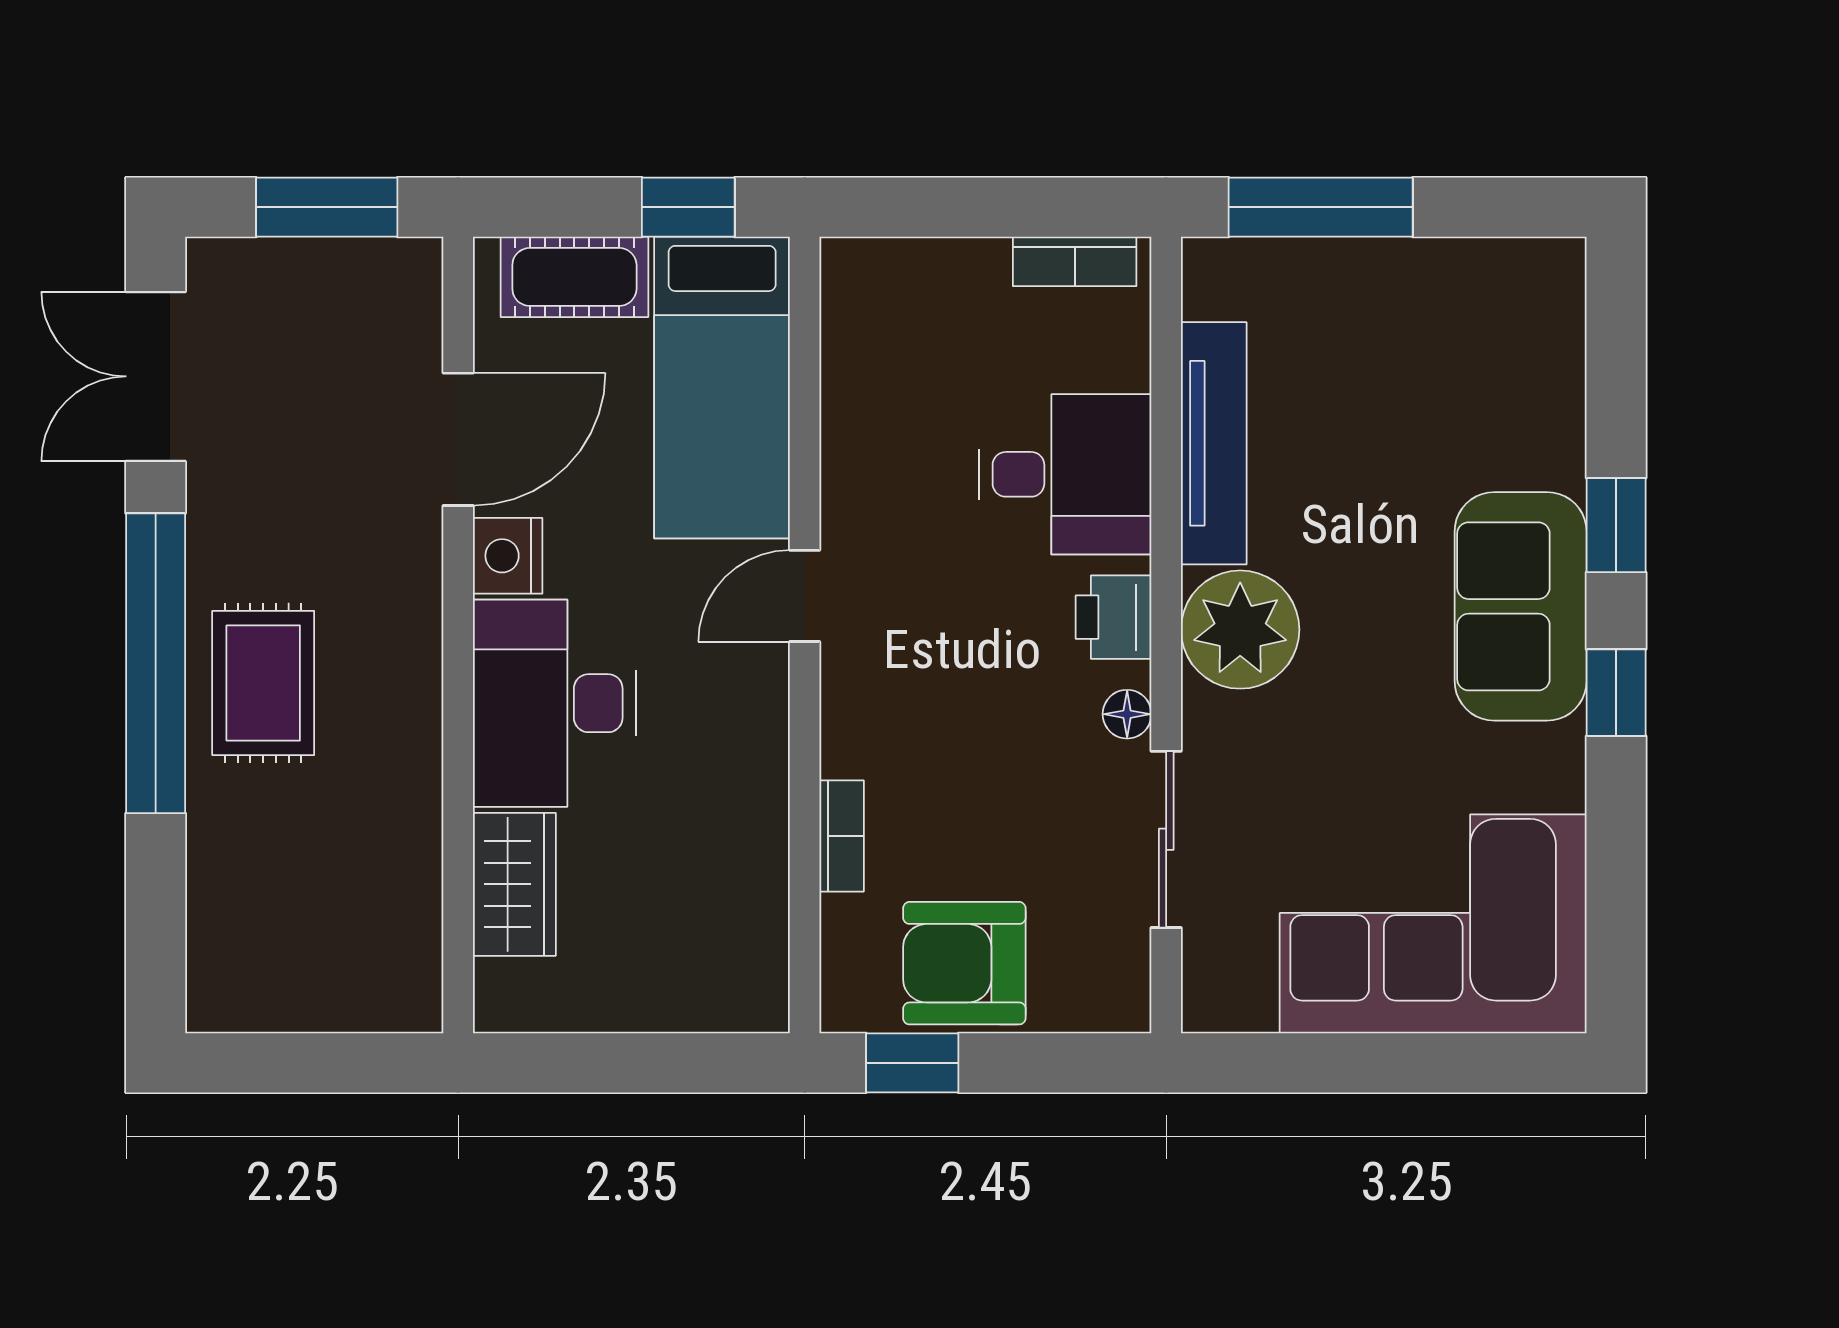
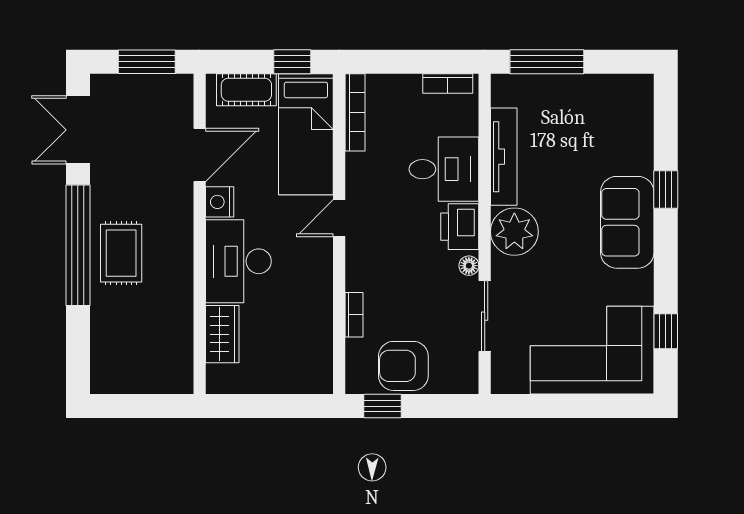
bookcase: (844, 333) -> (355, 112), added
printer: (1114, 617) -> (460, 227), width x1.36, depth x1.24
window: (1616, 693) -> (666, 331), moved

